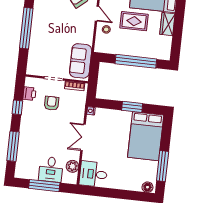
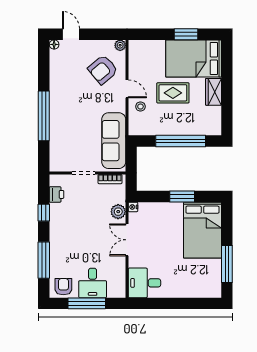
sofa: (81, 61) -> (114, 141), width x1.36
armchair: (52, 103) -> (63, 287), moved
plant: (72, 166) -> (118, 212), moved
floor lamp: (147, 187) -> (212, 291), removed

